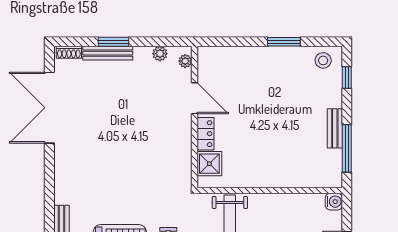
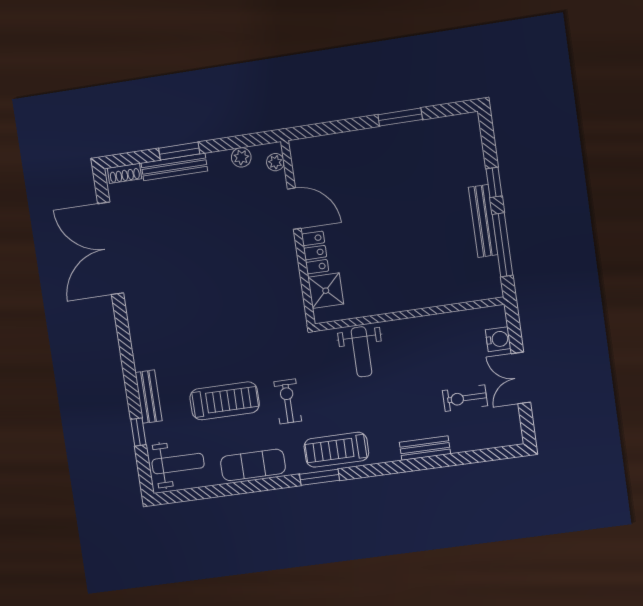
stool: (323, 60) -> (455, 134), removed
window: (347, 78) -> (494, 182), moved
bench: (335, 128) -> (483, 221), width x1.36
water cooler: (334, 202) -> (498, 339), moved

